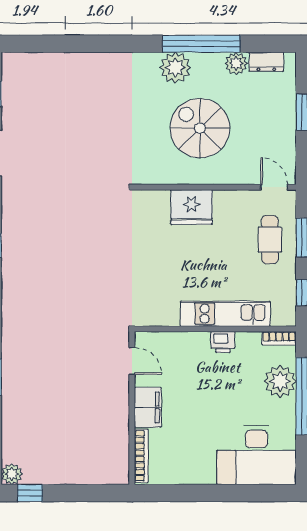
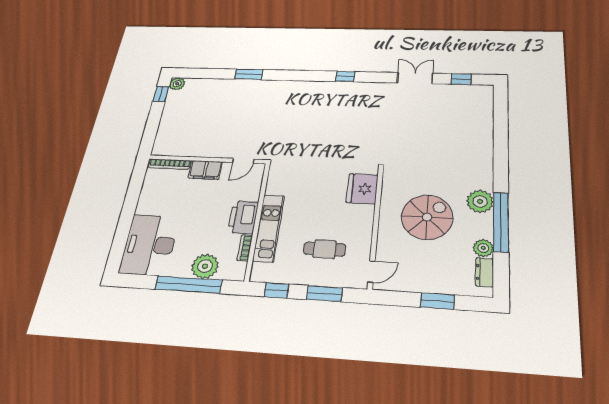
fridge: (192, 207) -> (362, 189), moved
cafe table: (270, 240) -> (325, 249), moved
bookcase: (279, 338) -> (245, 248), moved
printer: (223, 342) -> (243, 217), width x1.87, depth x1.48

